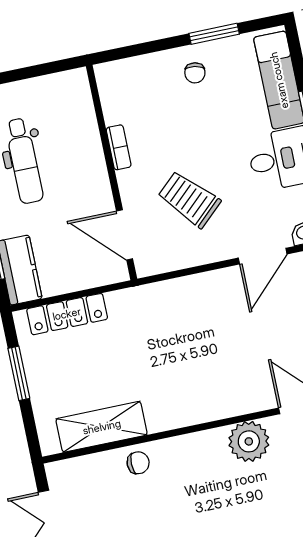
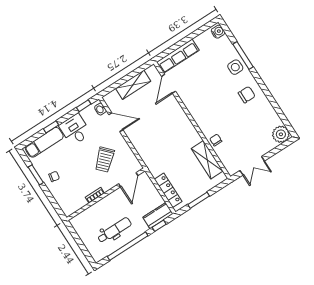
plant: (249, 441) -> (191, 100), removed

